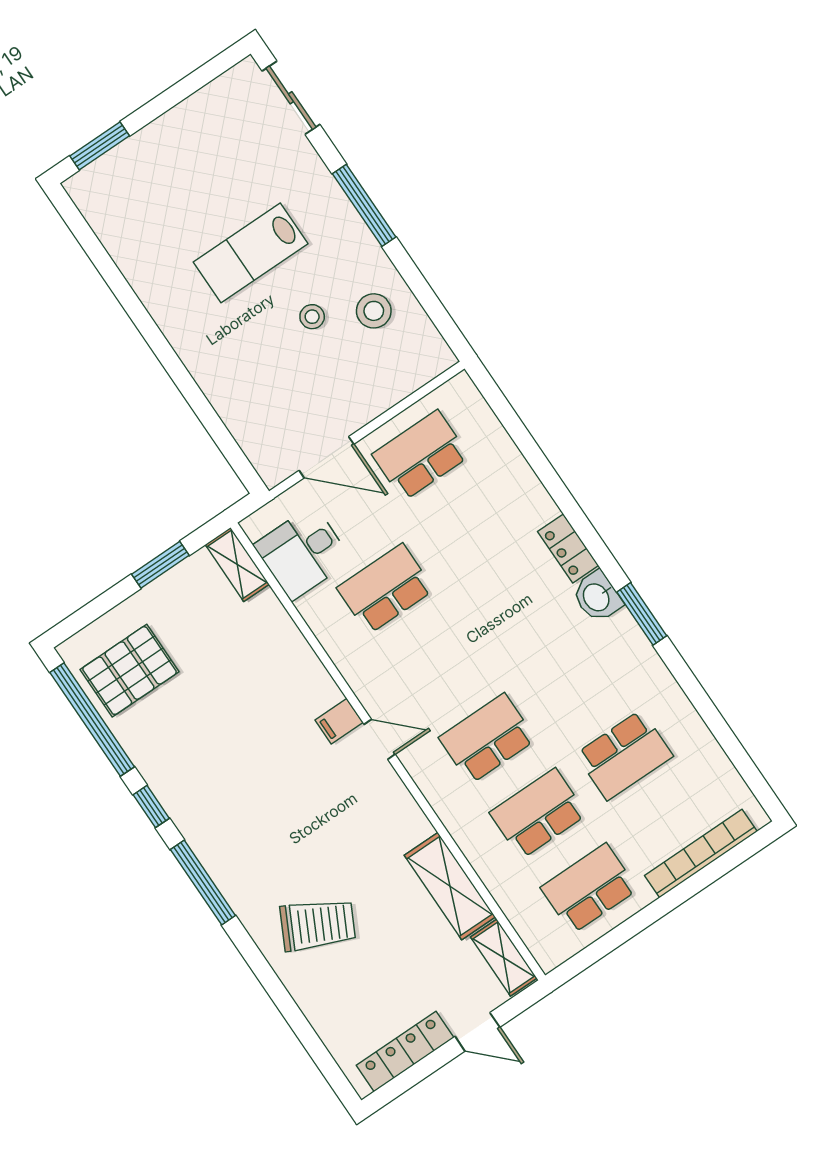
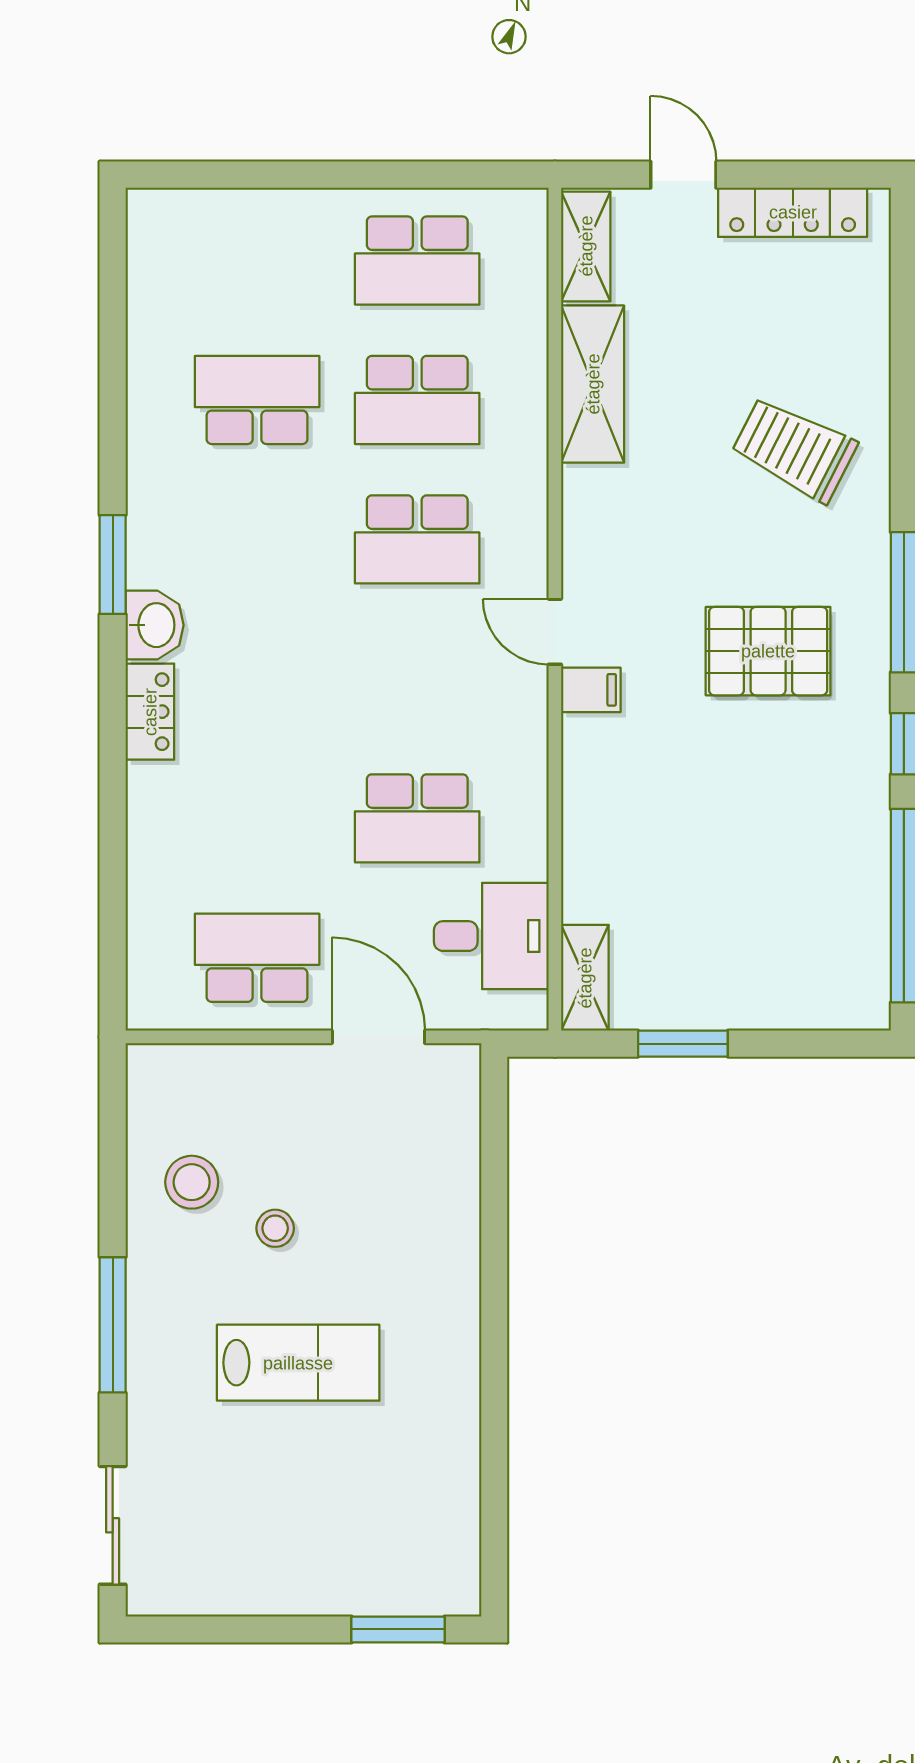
school desk: (421, 455) -> (257, 958), turned 180
pallet: (130, 671) -> (768, 651), moved
bookcase: (701, 854) -> (245, 208), removed

